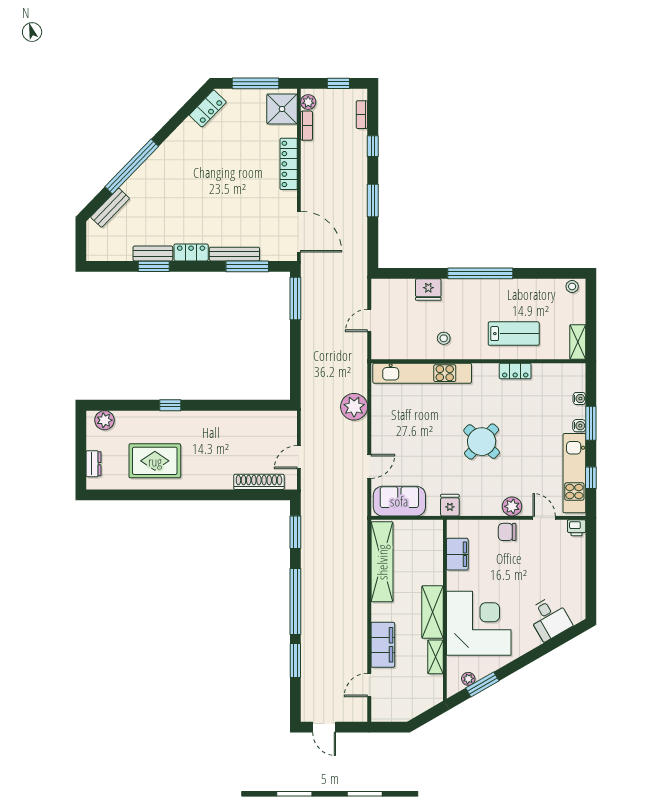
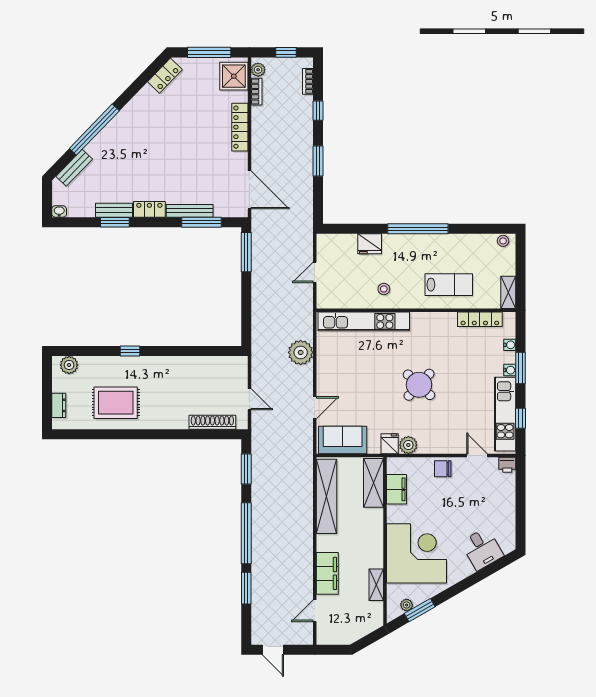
washbasin: (94, 255) -> (59, 211), added
locker: (515, 371) -> (480, 319), moved, width x1.53
door: (299, 457) -> (249, 399), swing flipped
plant: (512, 506) -> (408, 445), moved
shelving: (433, 612) -> (373, 483), moved

